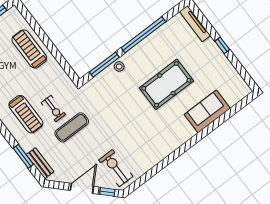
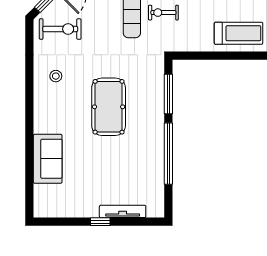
tv unit: (195, 24) -> (123, 211), moved
stool: (119, 66) -> (56, 76), moved
pool table: (166, 84) -> (109, 107), moved

